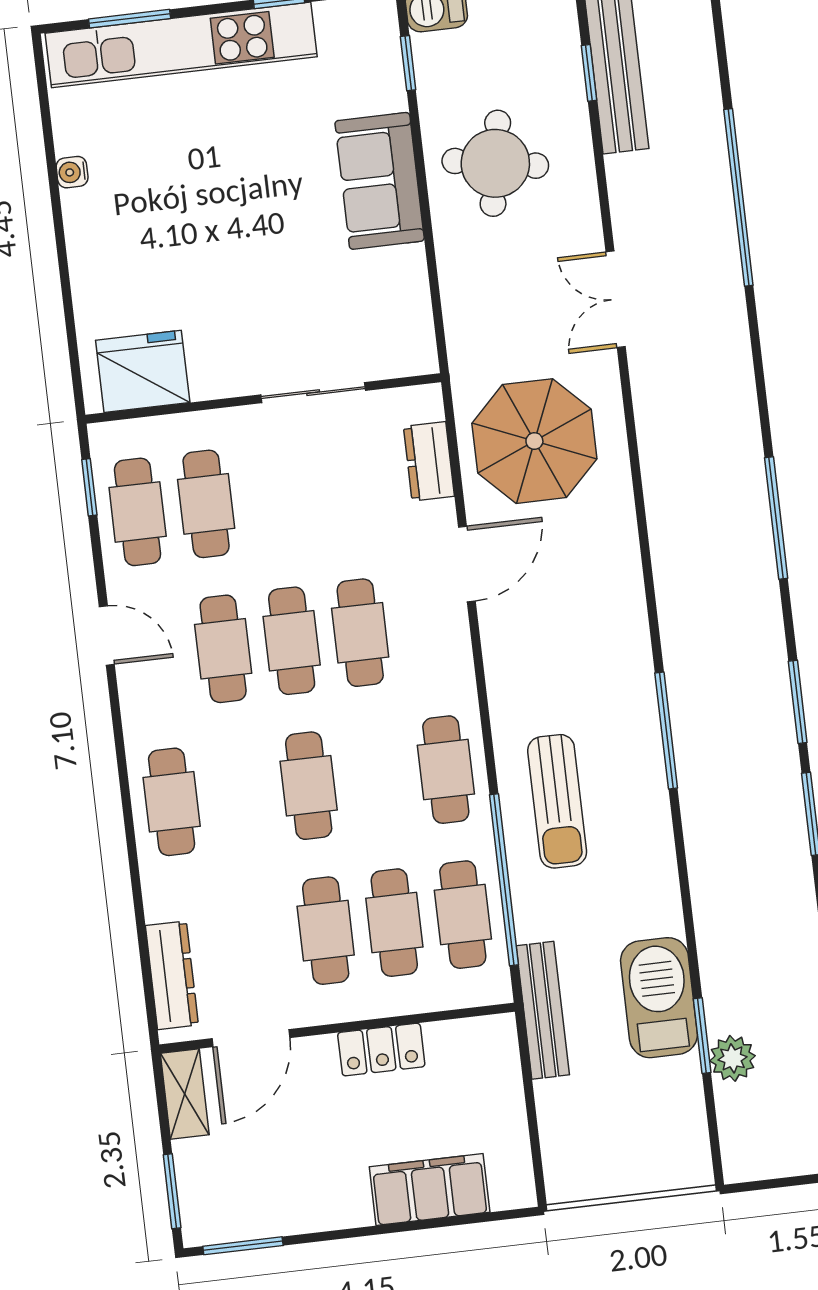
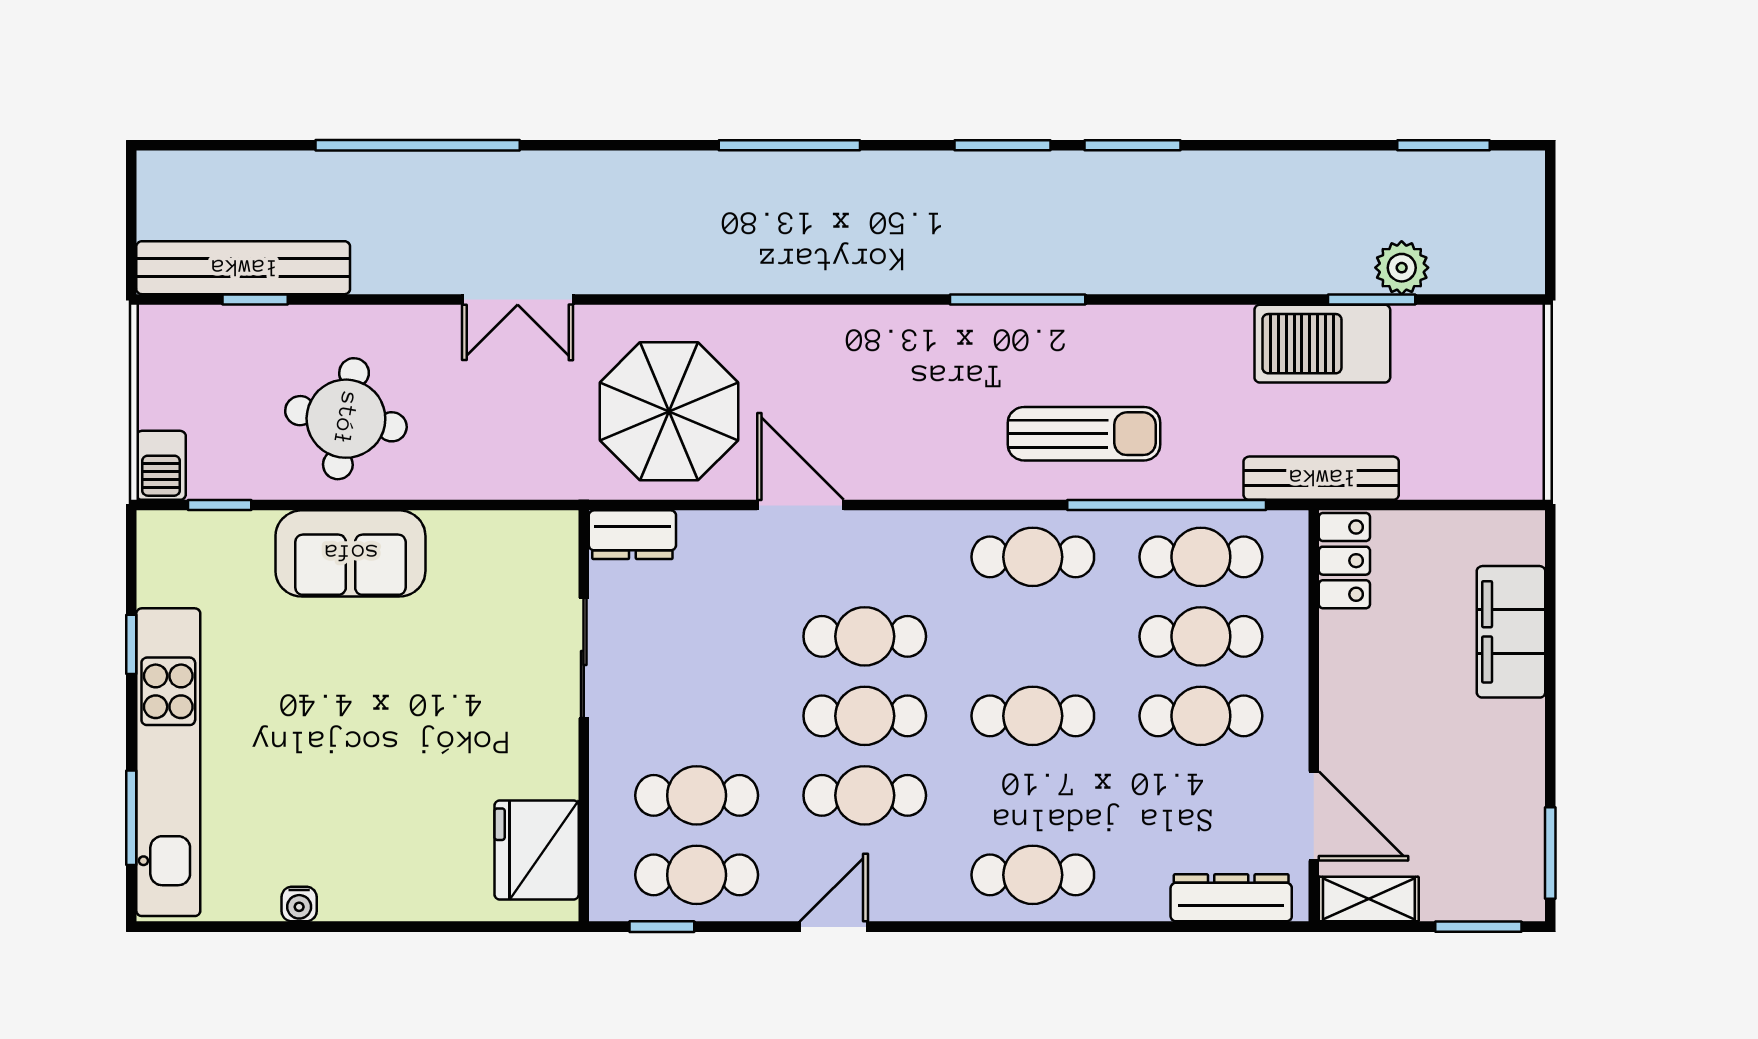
dresser: (429, 461) -> (632, 535), moved
locker: (381, 1050) -> (1344, 561), moved

